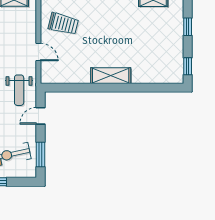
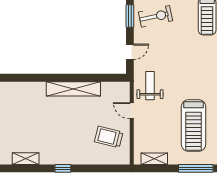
shelving: (111, 76) -> (73, 89), width x1.47
weight bench: (19, 90) -> (150, 86), moved

